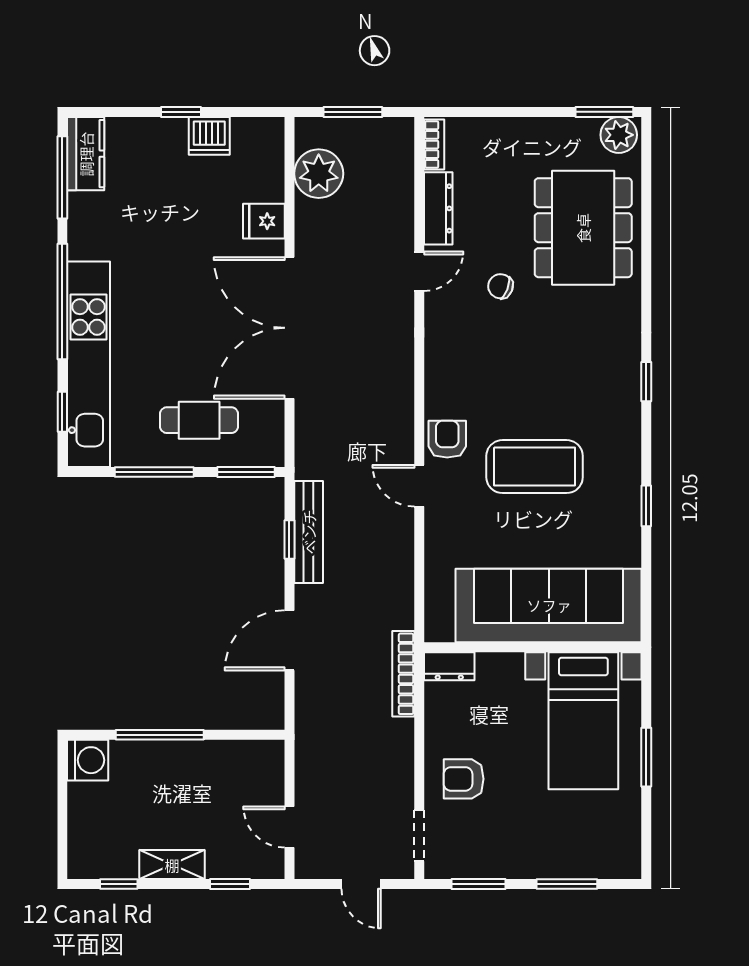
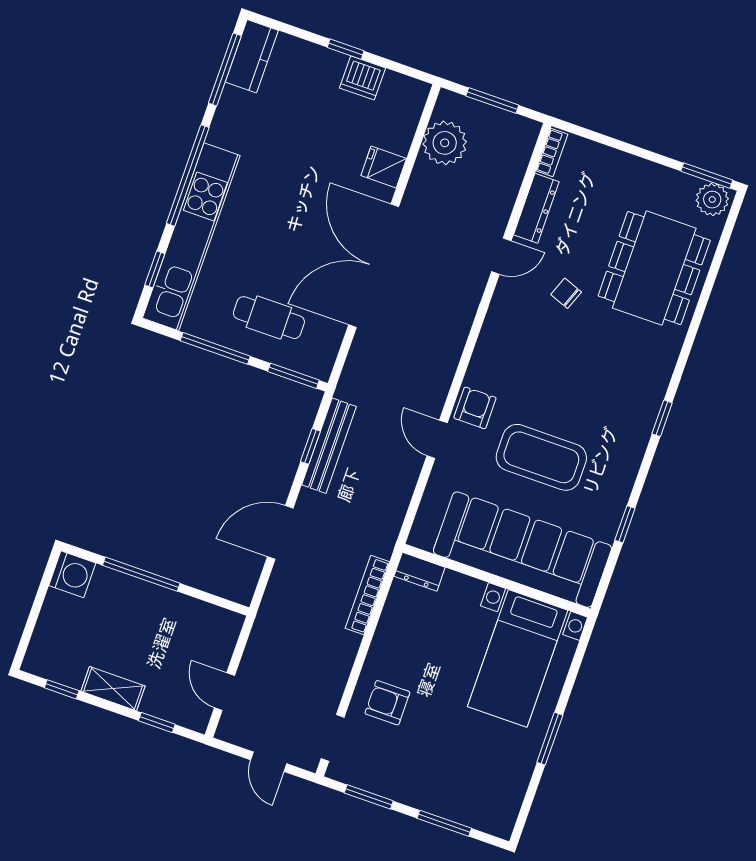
sofa: (549, 605) -> (522, 550), moved
wall: (533, 647) -> (496, 581), moved
dresser: (449, 666) -> (420, 572), moved
bed with nightstands: (583, 721) -> (518, 658), moved

